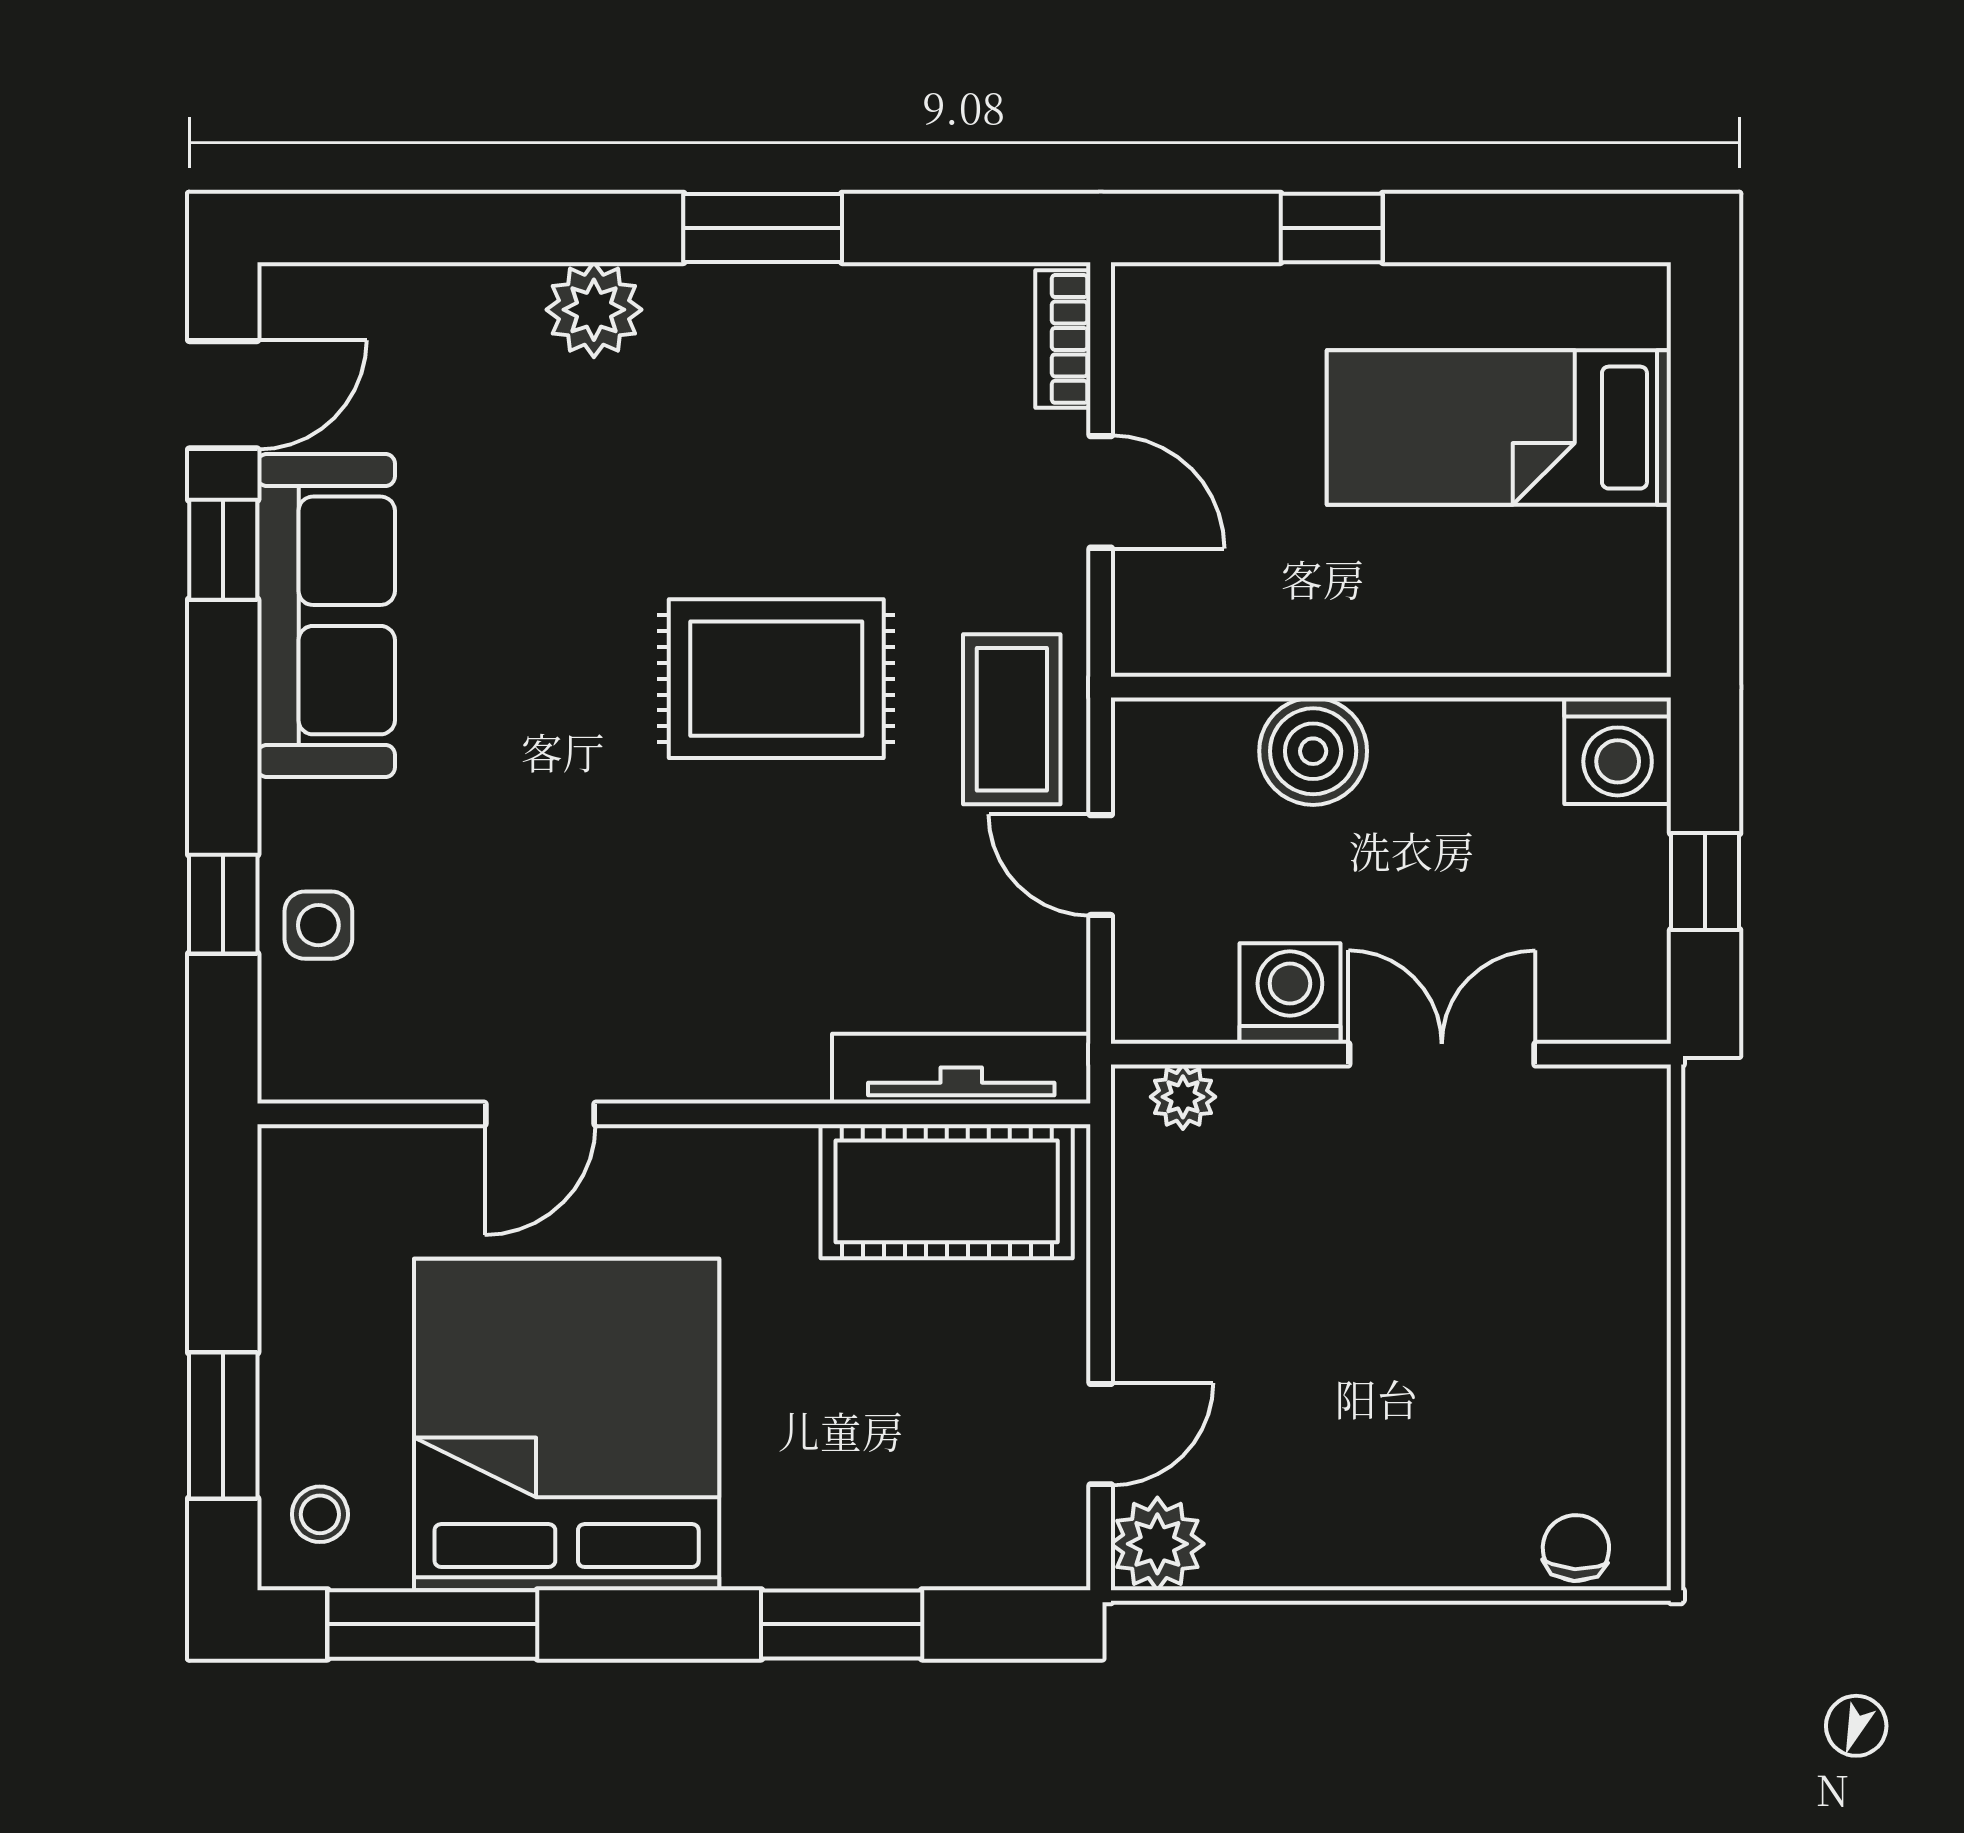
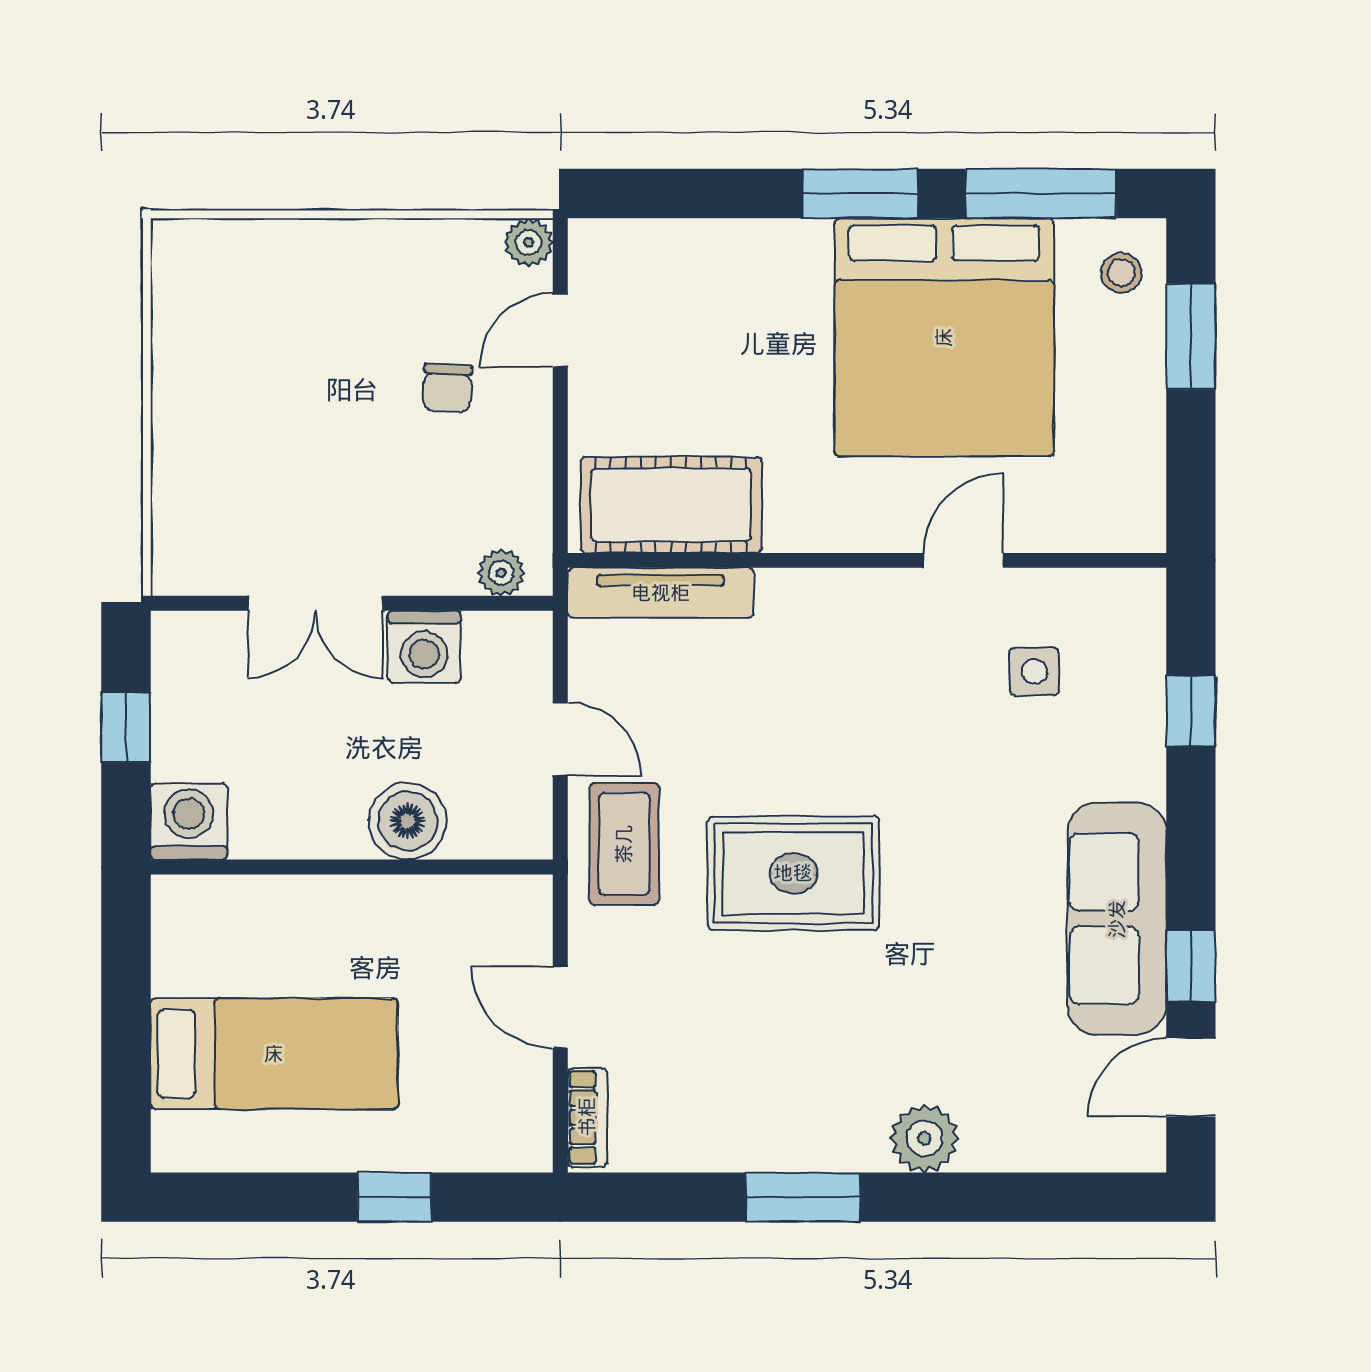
side table: (318, 925) -> (1034, 672), moved
plant: (1157, 1544) -> (529, 242), width x0.73, depth x0.73
chair: (1576, 1548) -> (447, 388), moved
window: (842, 1624) -> (860, 194), moved

